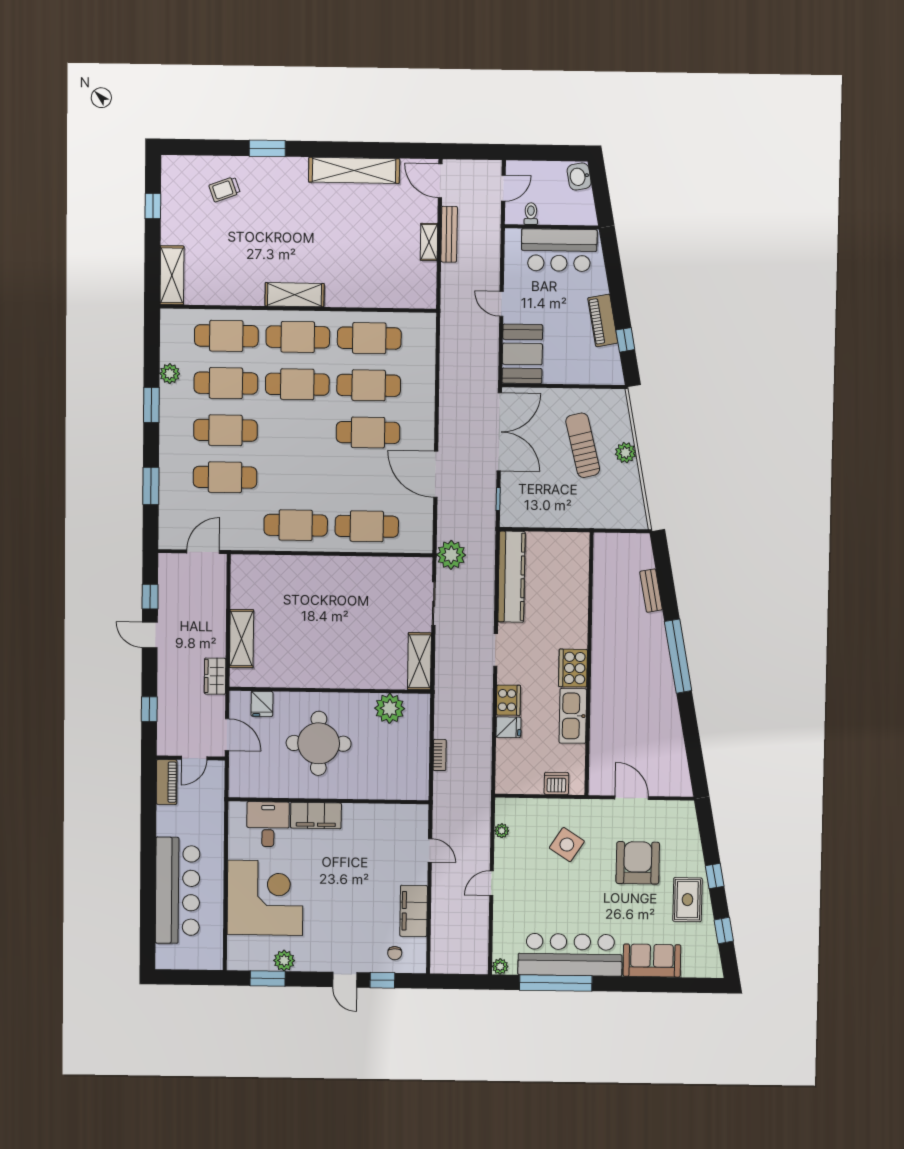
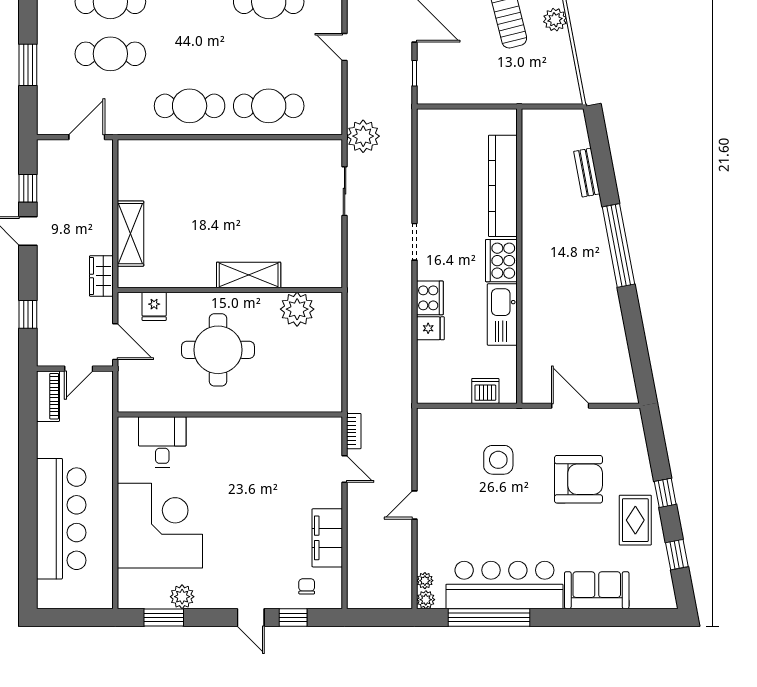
door: (436, 474) -> (345, 47), width x0.53
kitchen counter: (511, 577) -> (503, 186), moved, turned 180
shelving: (419, 661) -> (249, 275), moved, turned 90
bookcase: (440, 755) -> (354, 431), moved
filing cabinet: (316, 815) -> (216, 431), removed
plant: (502, 831) -> (425, 581), moved
side table: (567, 845) -> (498, 460), turned -33
armchair: (638, 863) -> (578, 479), turned 90
chair: (395, 953) -> (307, 586), turned 180

